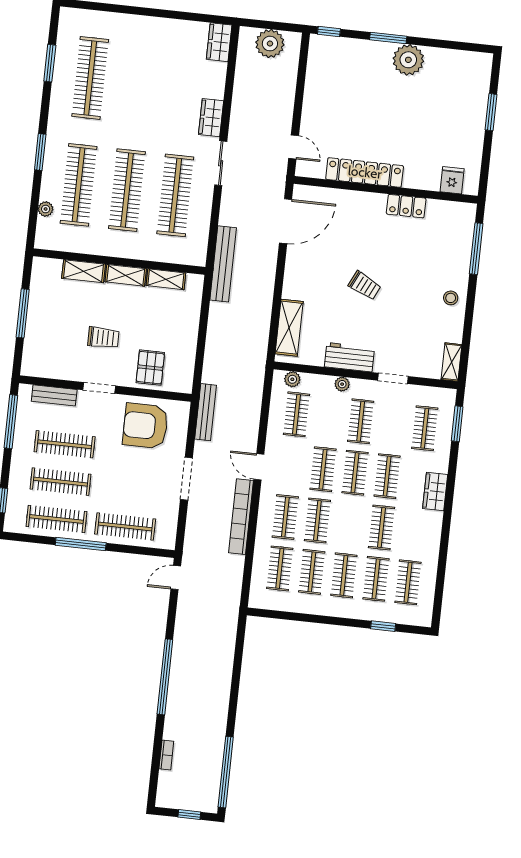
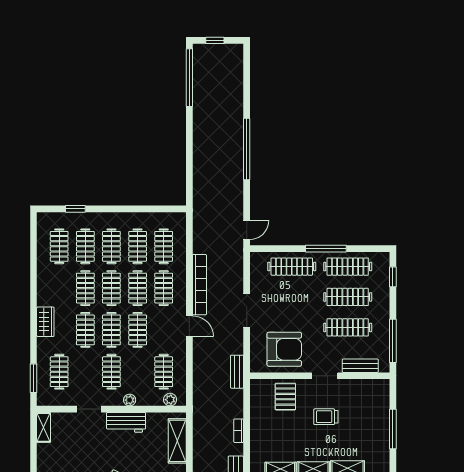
bench: (206, 412) -> (237, 372), width x0.73
clothes rail: (349, 524) -> (111, 288), added
bookcase: (166, 755) -> (239, 431), moved

